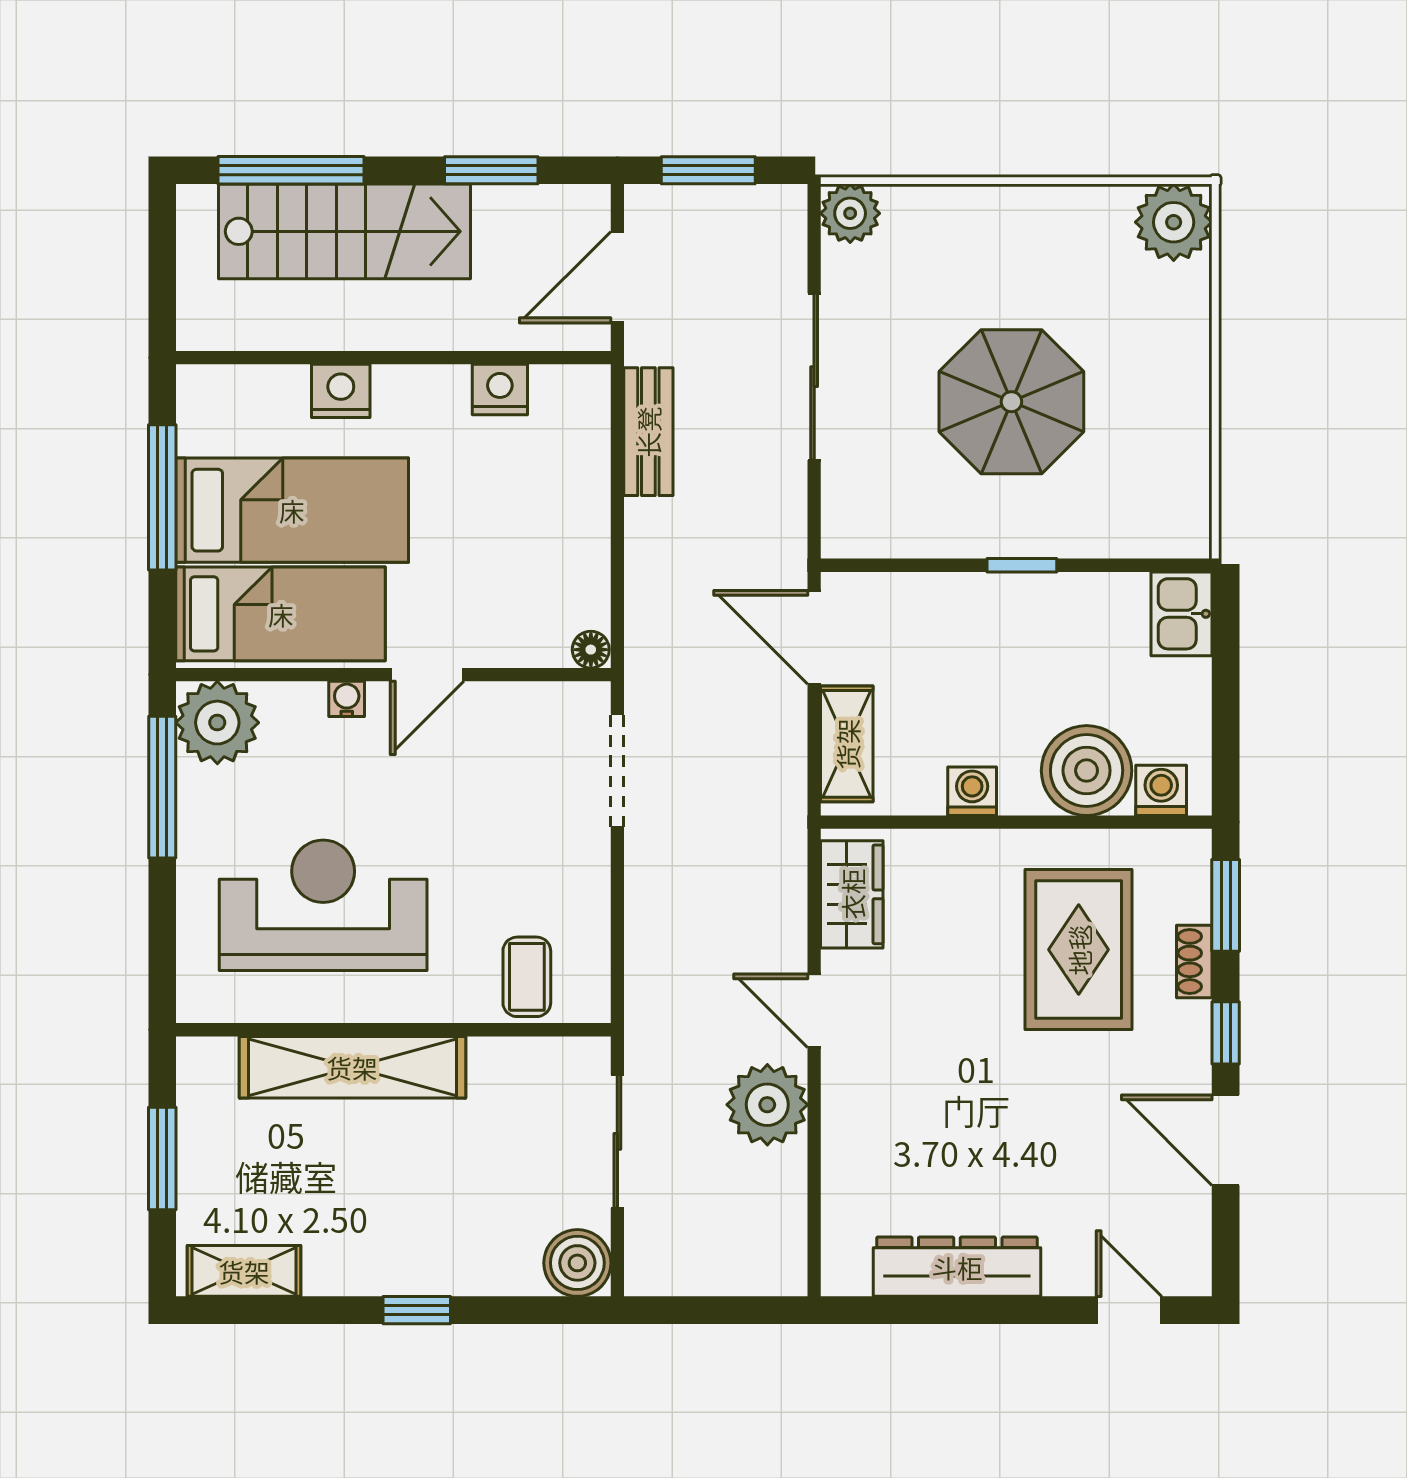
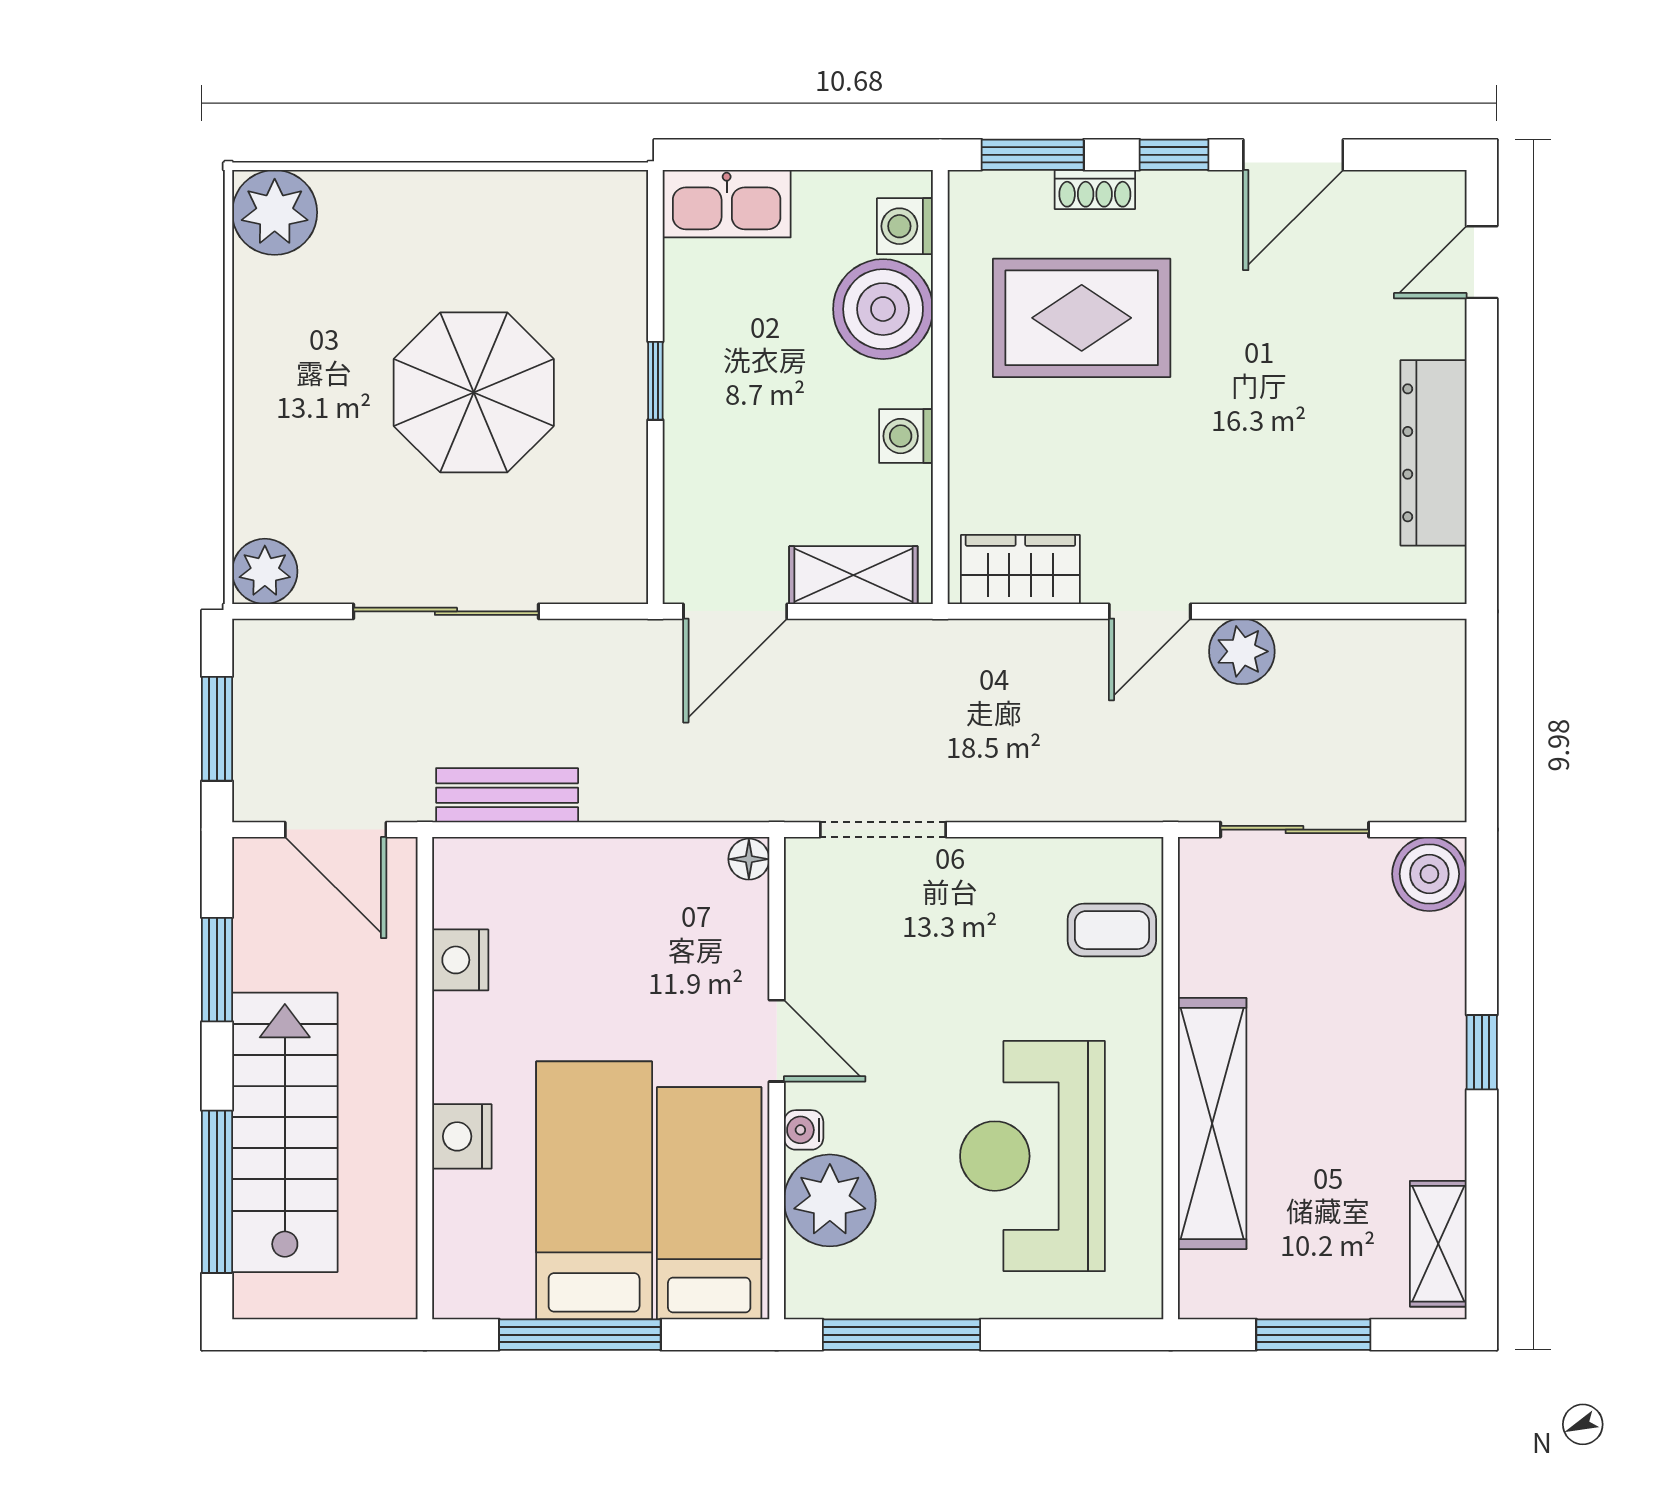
kitchen sink: (1182, 614) -> (727, 204), width x1.38
plant: (217, 723) -> (830, 1200), moved
plant: (767, 1105) -> (1242, 651), width x0.73, depth x0.73

